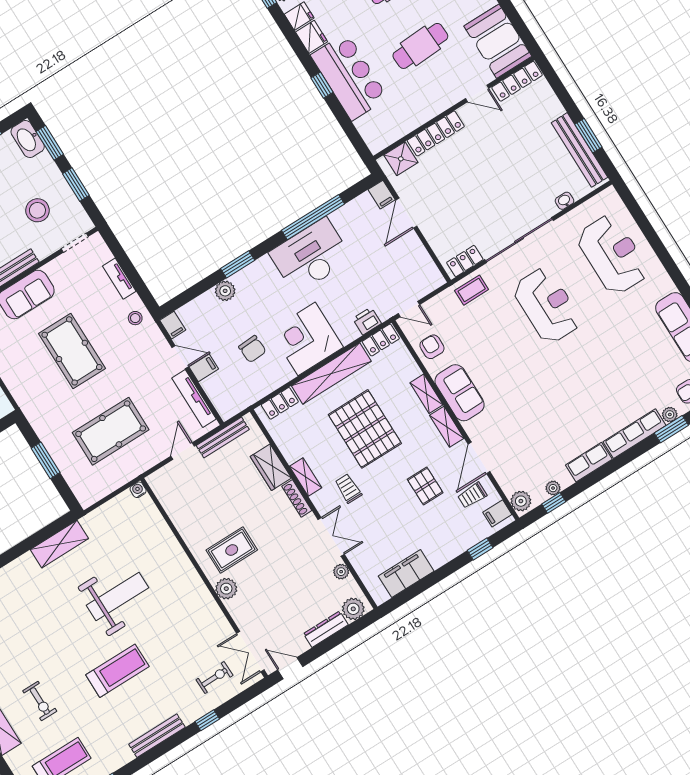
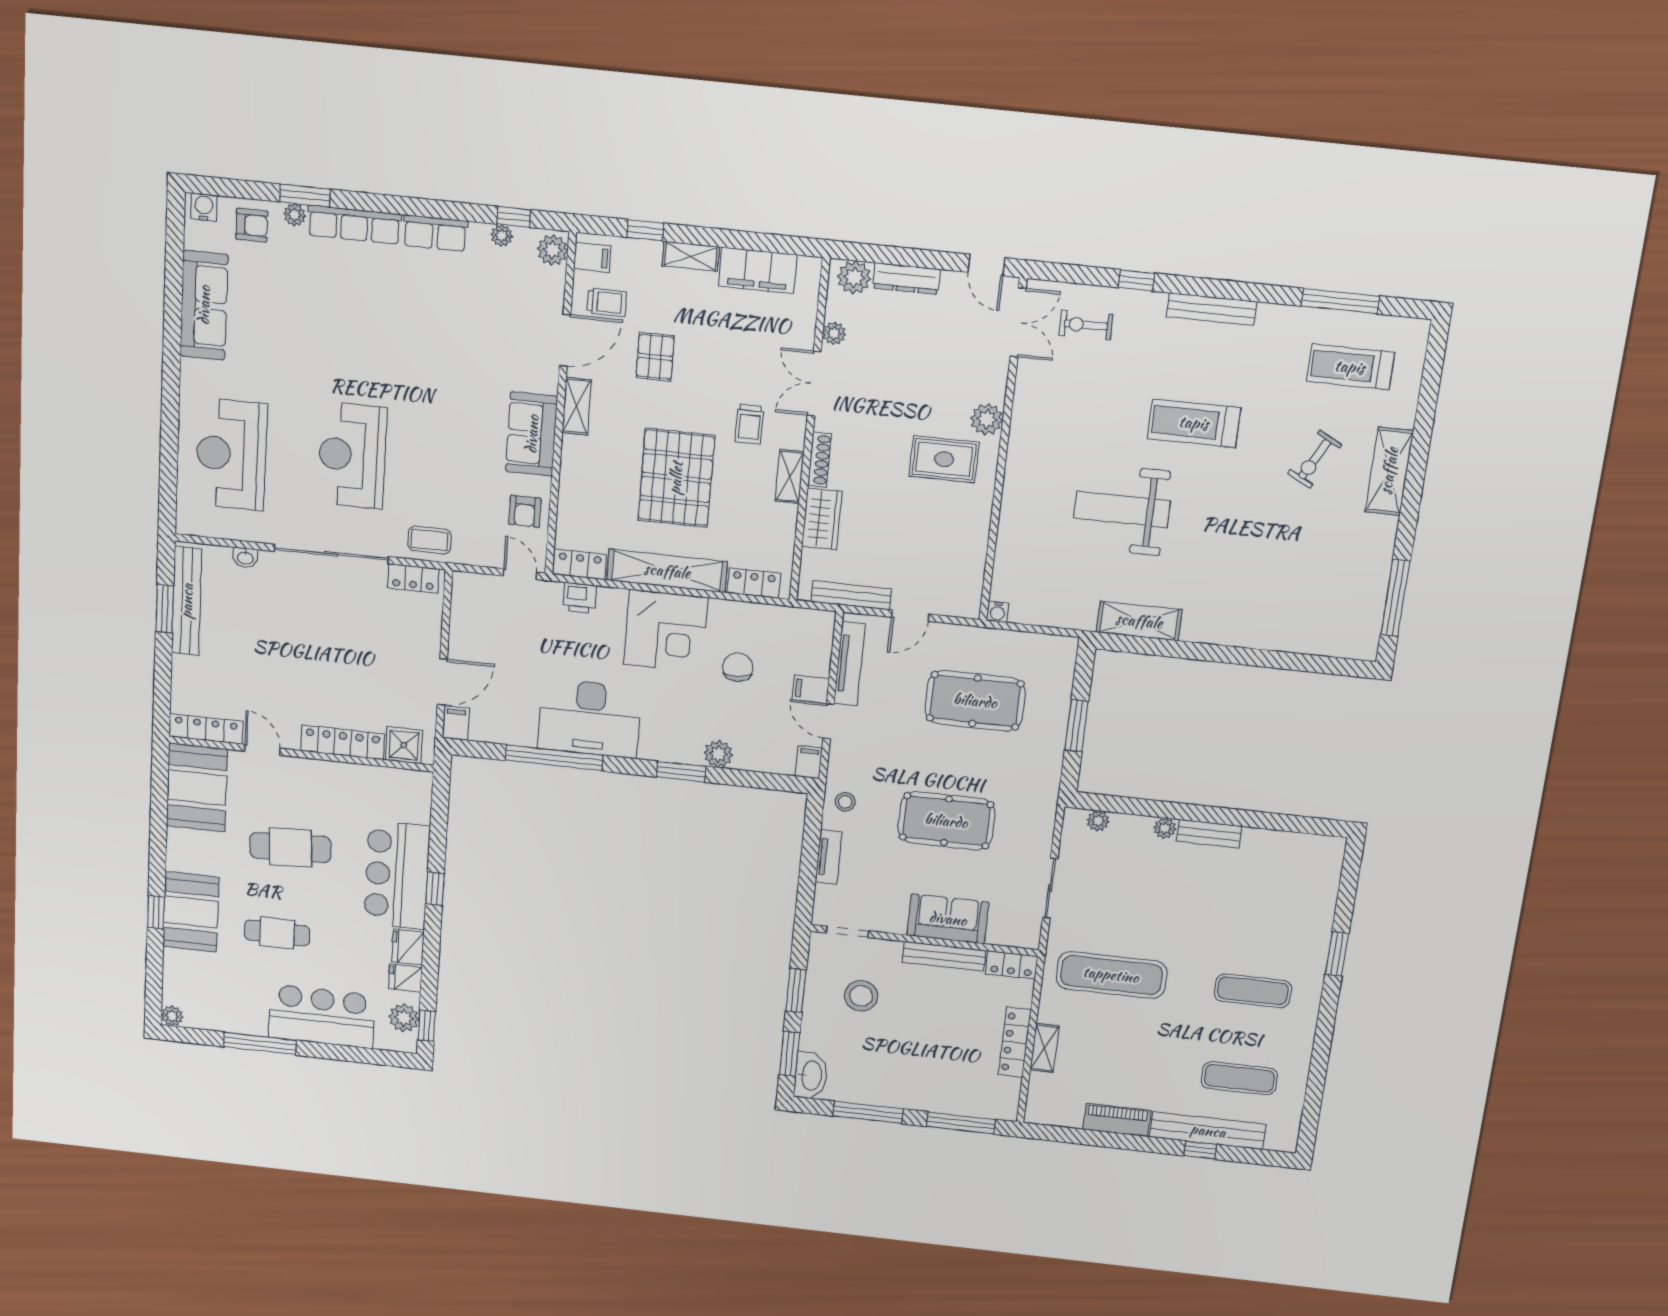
pool table: (72, 351) -> (946, 821), turned 90
shelving: (426, 394) -> (691, 256), moved, turned 90
exercise bike: (40, 701) -> (1315, 459), turned -152

